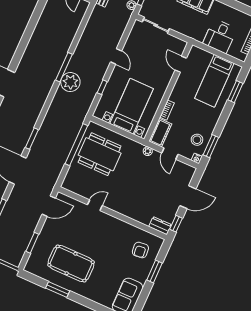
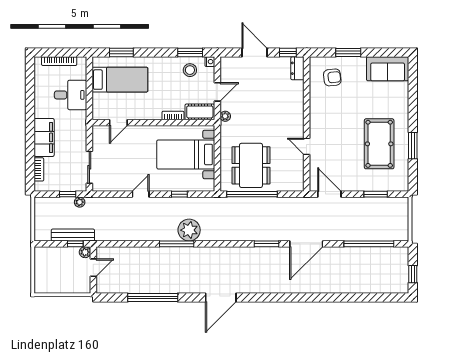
window: (30, 29) -> (153, 297), added

